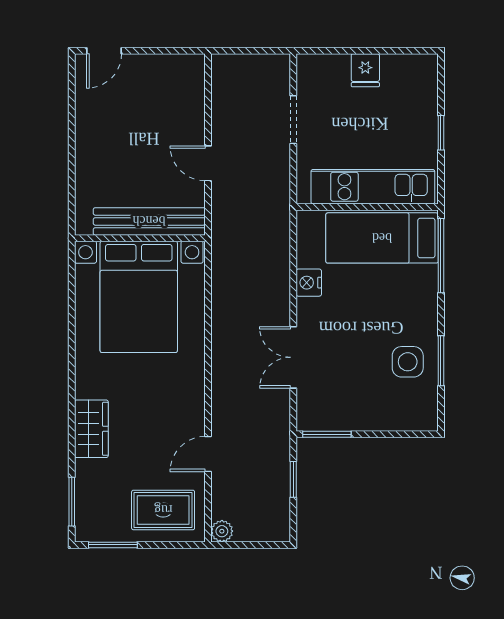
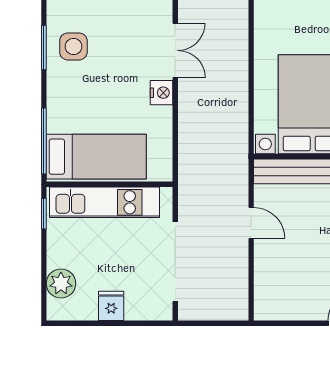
plant: (422, 95) -> (61, 283), added
doorway: (293, 120) -> (175, 262), width x1.87
window: (441, 133) -> (44, 214), moved
nightstand: (309, 283) -> (162, 93), moved

